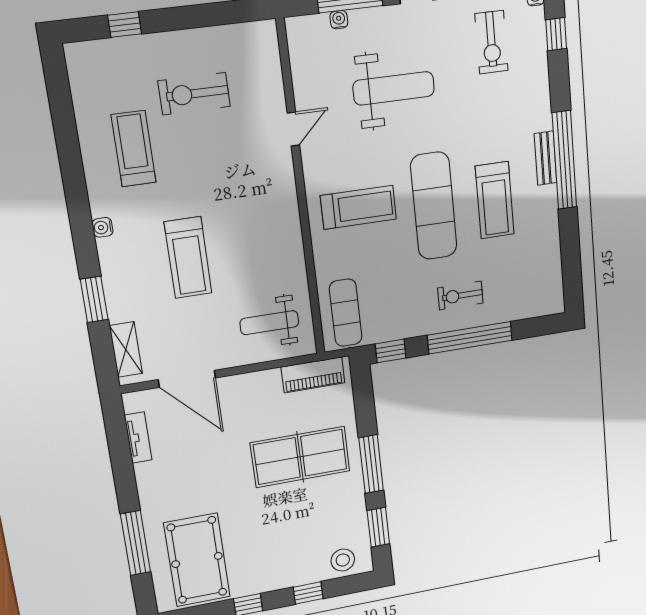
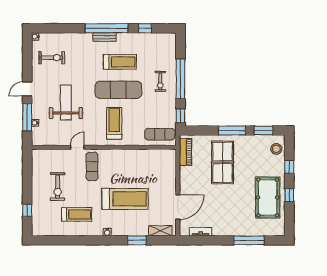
window: (556, 34) -> (145, 28), moved
door: (293, 129) -> (77, 147), hinge flipped
treadmill: (134, 149) -> (77, 214), turned 180
exercise mat: (253, 170) -> (92, 166), added
treadmill: (188, 258) -> (125, 199), width x1.37, depth x1.38
weight bench: (269, 323) -> (159, 168), removed
pool table: (197, 560) -> (268, 197), moved, turned 90

